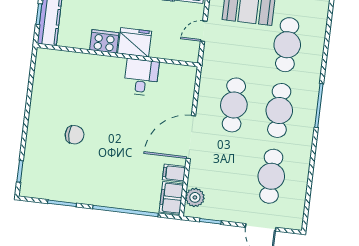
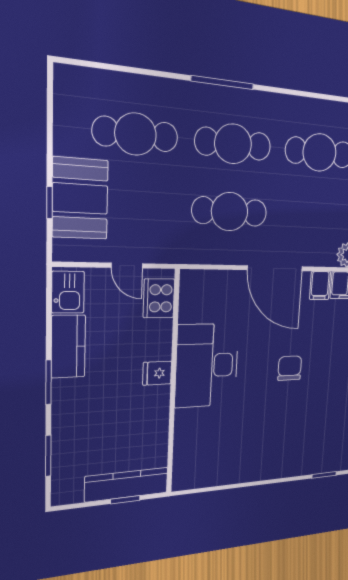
cooker: (104, 41) -> (159, 298), moved
fridge: (135, 42) -> (157, 373), width x0.53, depth x0.75
desk: (141, 77) -> (207, 365), width x1.87, depth x1.30
chair: (75, 135) -> (290, 368), moved

